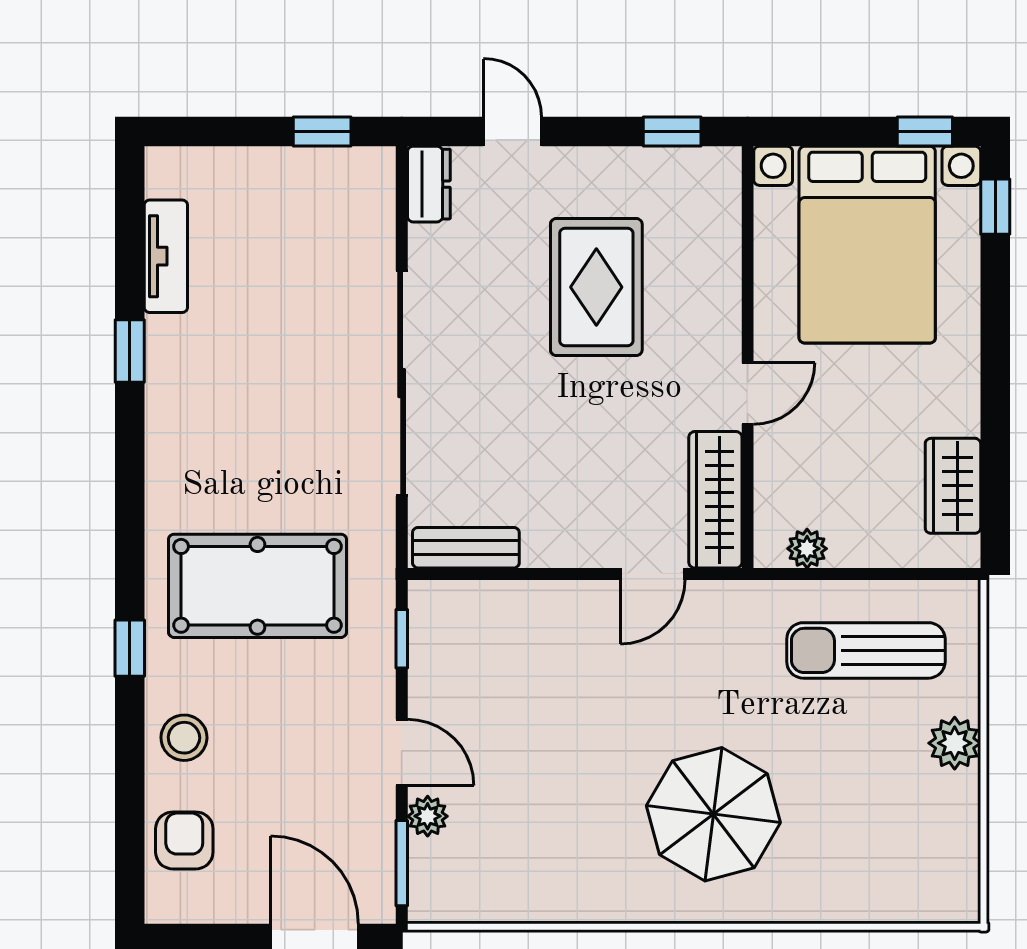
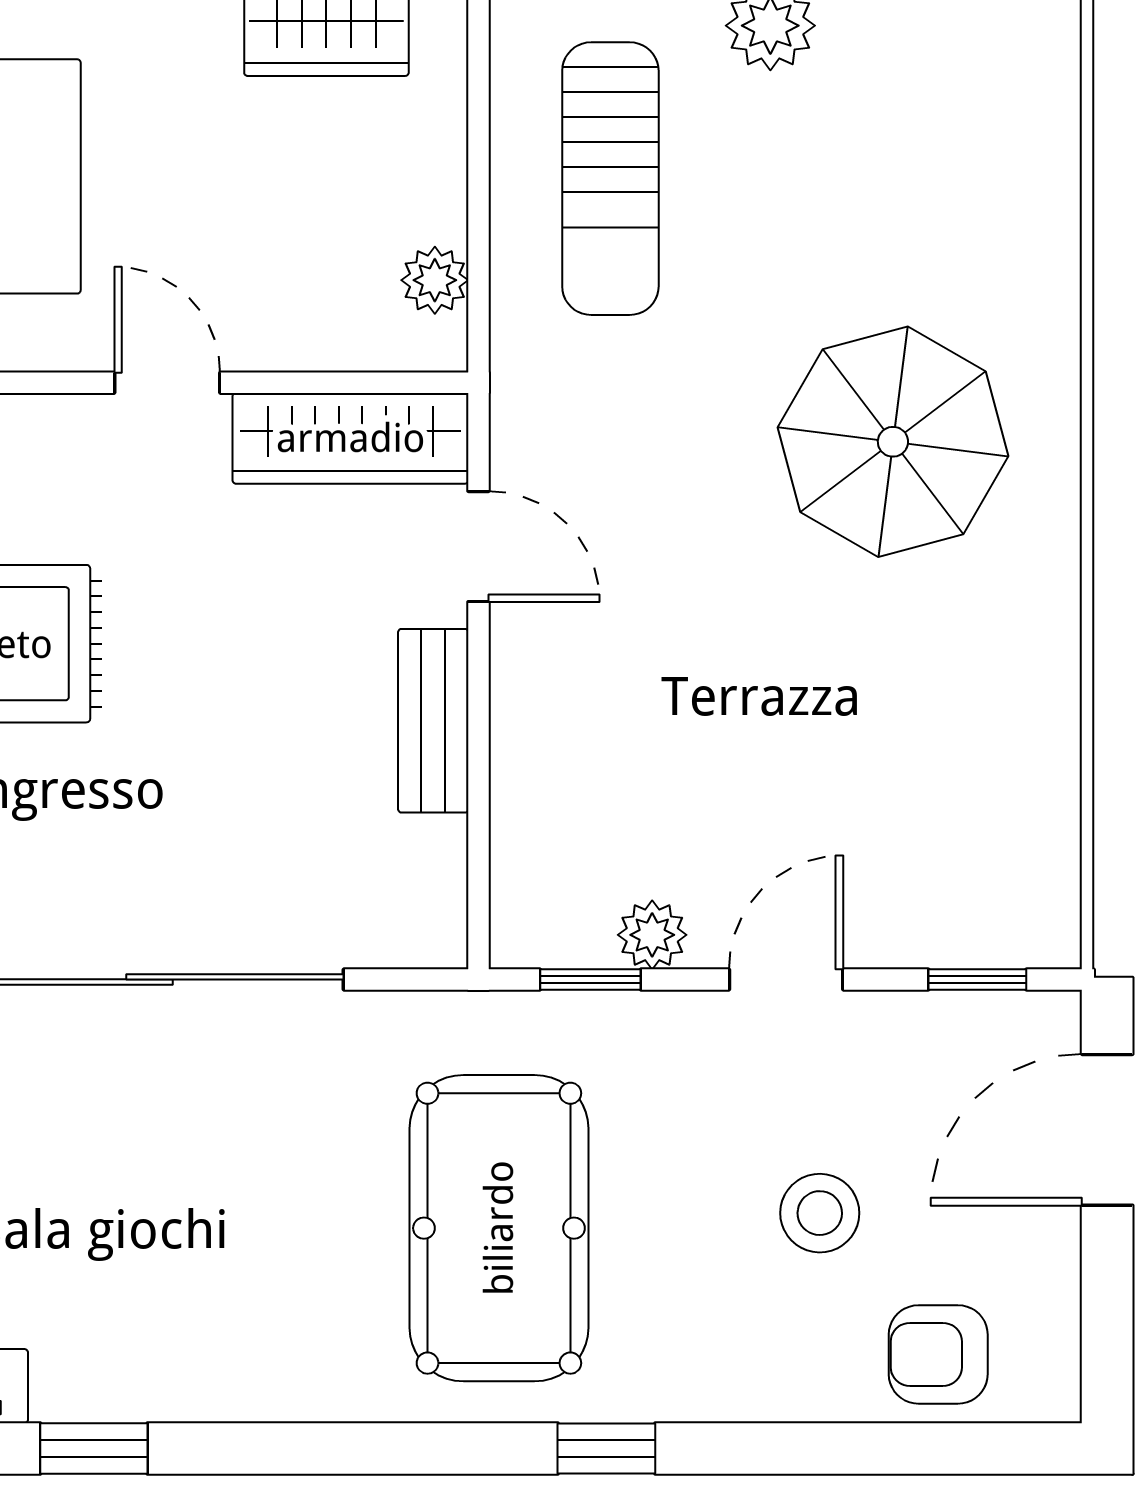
bench: (466, 548) -> (433, 721), moved
stool: (184, 738) -> (820, 1213), moved
plant: (428, 816) -> (652, 935), moved
window: (402, 863) -> (977, 979), width x0.67

